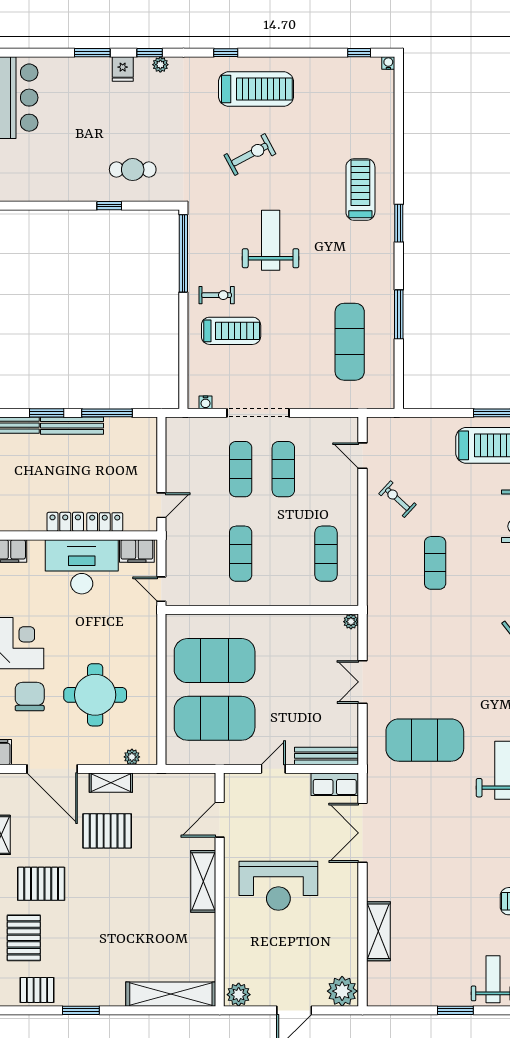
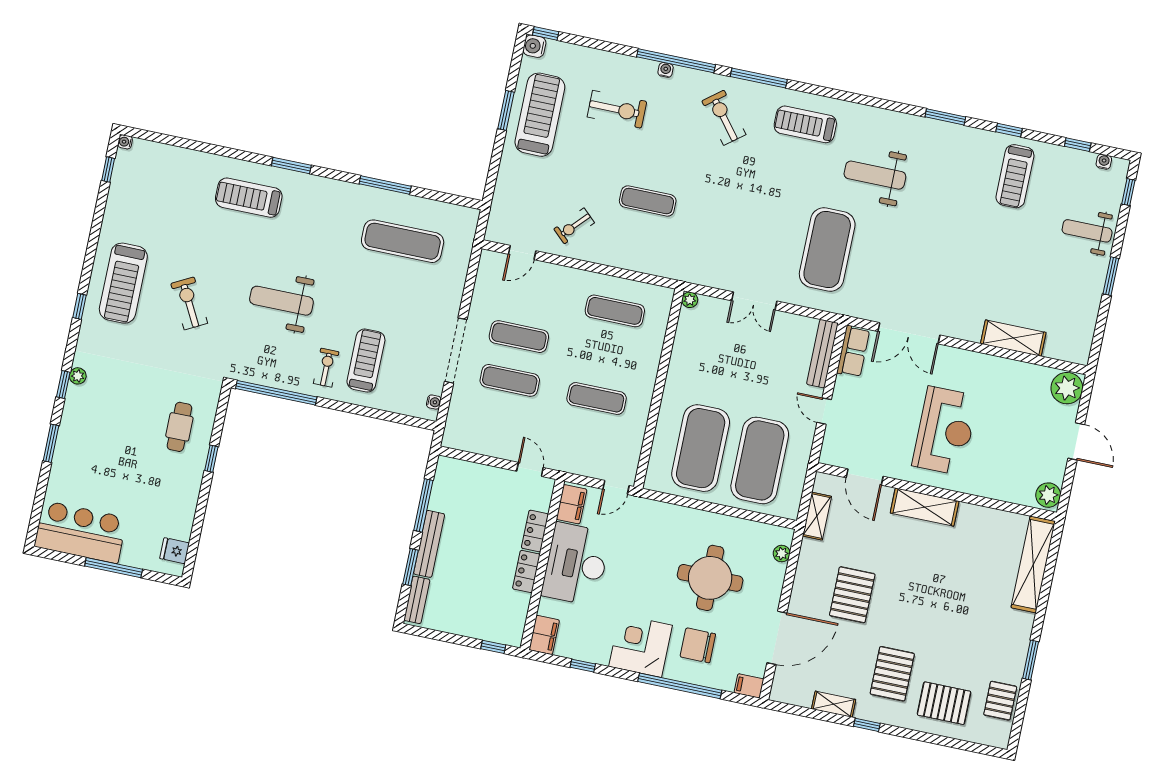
fridge: (123, 69) -> (175, 551), moved, turned 180
treadmill: (256, 89) -> (123, 283), turned 180
shelving: (111, 783) -> (817, 516), moved

